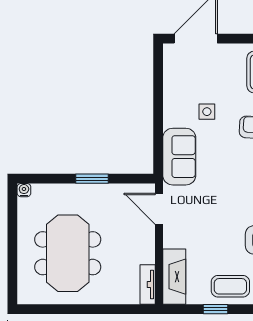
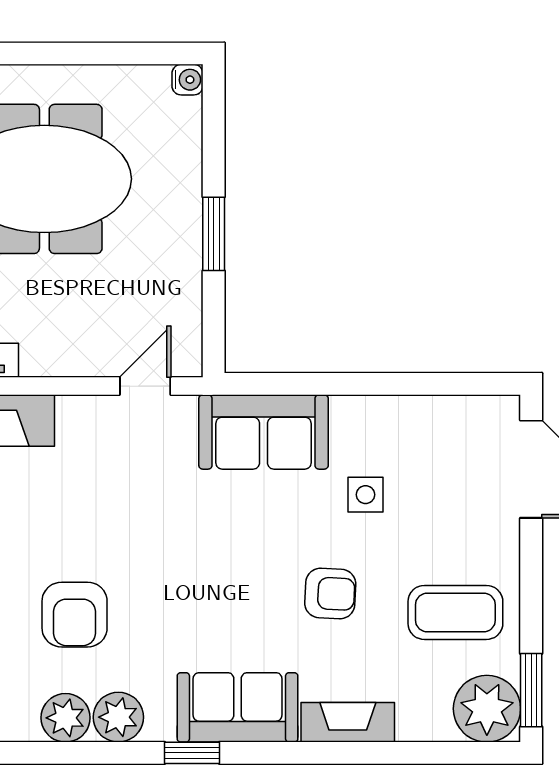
door: (159, 209) -> (145, 386), width x0.73

